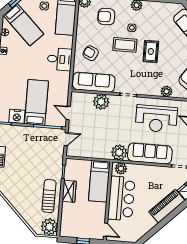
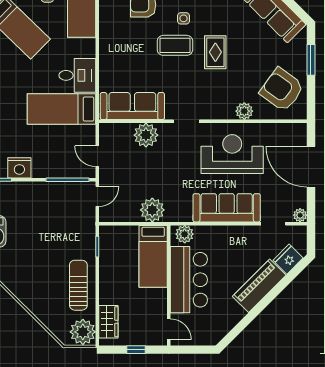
armchair: (91, 53) -> (124, 62), removed
bed: (36, 102) -> (62, 109), moved, turned -90
reception desk: (156, 119) -> (232, 154), turned 180
plant: (119, 152) -> (152, 210), moved
wardrobe: (69, 191) -> (108, 322), moved

